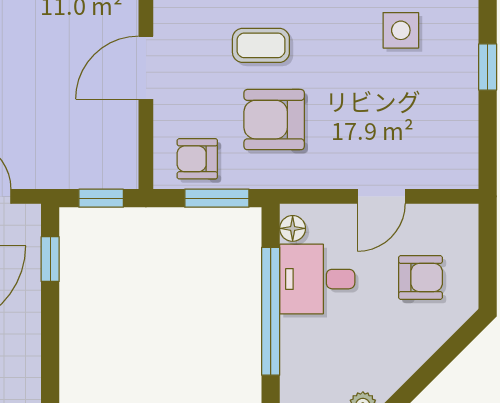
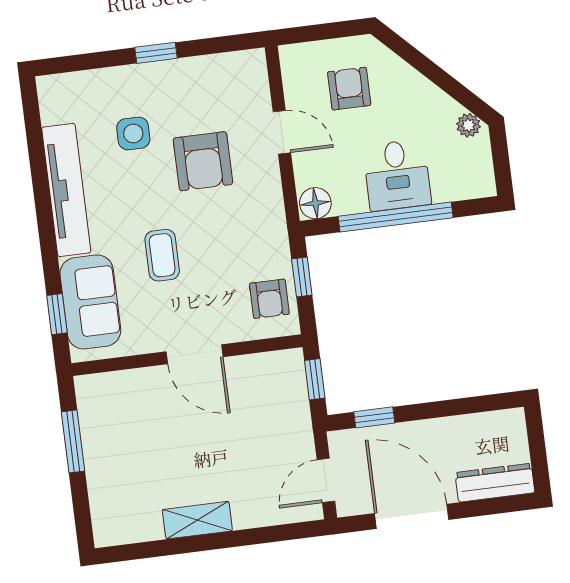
armchair: (274, 120) -> (203, 161), moved
window: (217, 198) -> (302, 277), width x0.67
floor lamp: (293, 228) -> (315, 203), width x1.37, depth x1.37
desk: (317, 279) -> (397, 175), moved

